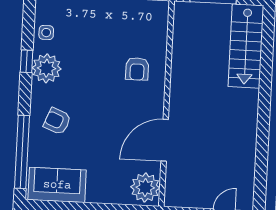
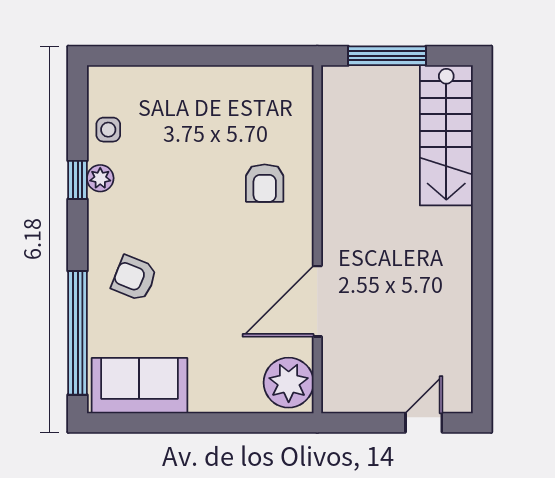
plant: (47, 68) -> (100, 178), width x0.53, depth x0.53

